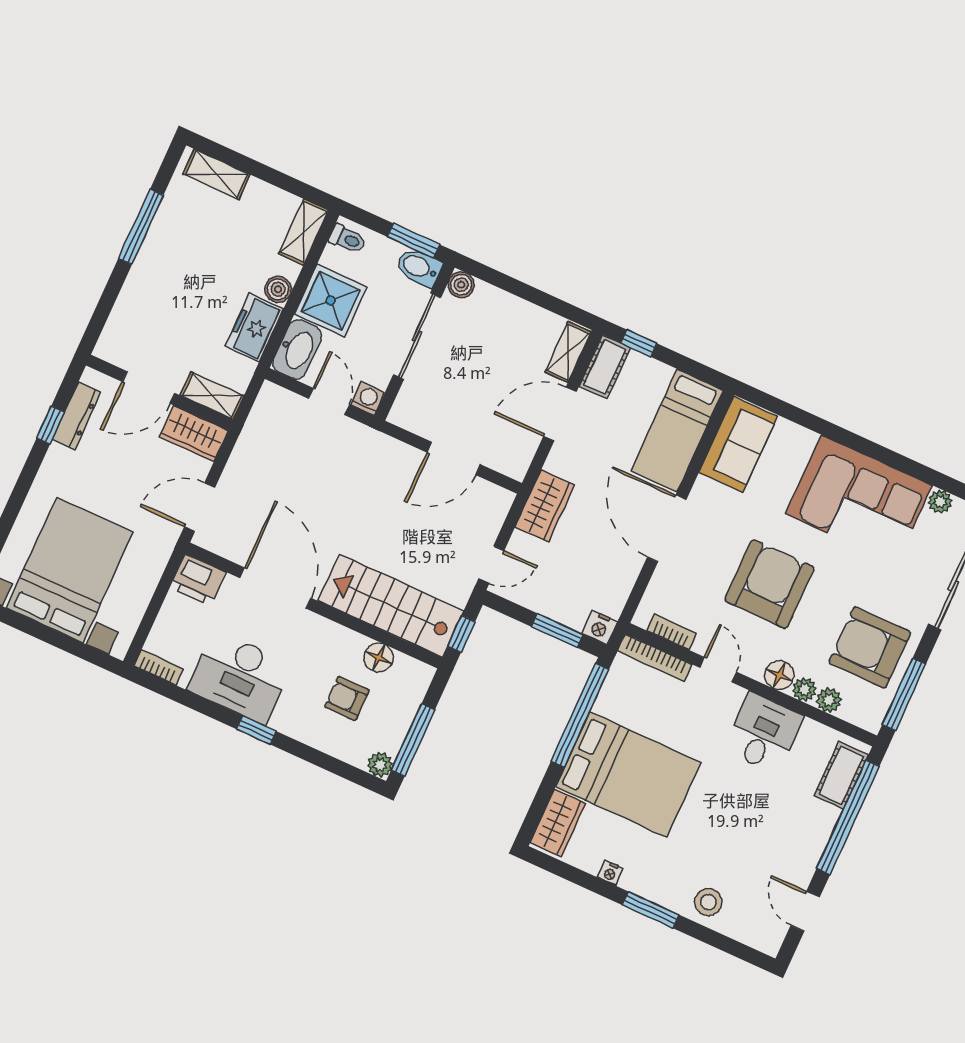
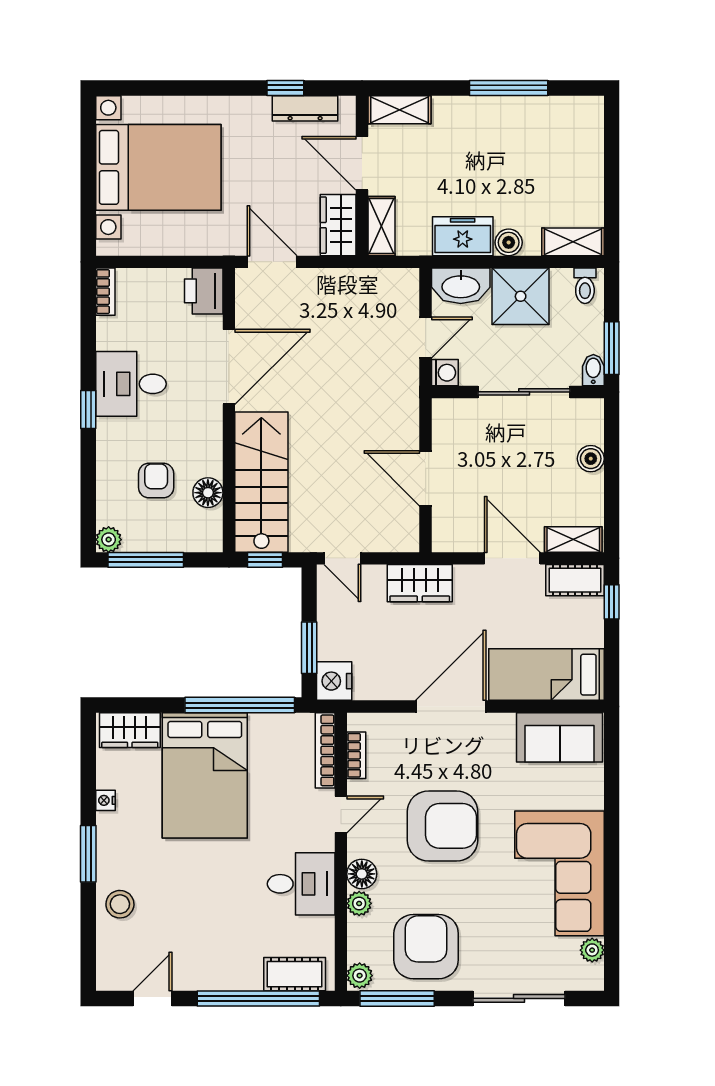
shelving: (217, 174) -> (399, 110), moved, turned 90
bidet: (419, 267) -> (593, 370), width x0.72, depth x0.74
boiler: (461, 285) -> (591, 459), moved
nightstand: (600, 628) -> (334, 681), width x1.36, depth x1.33
desk: (240, 677) -> (131, 384), width x0.73
plant: (829, 700) -> (360, 976), moved

